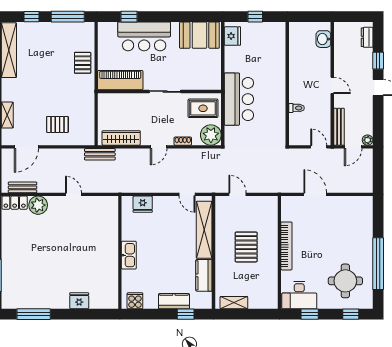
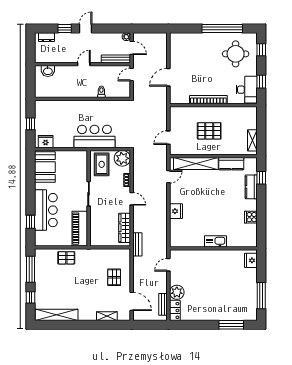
wall: (120, 252) -> (213, 248), moved
kitchen sink: (129, 255) -> (216, 241), moved

